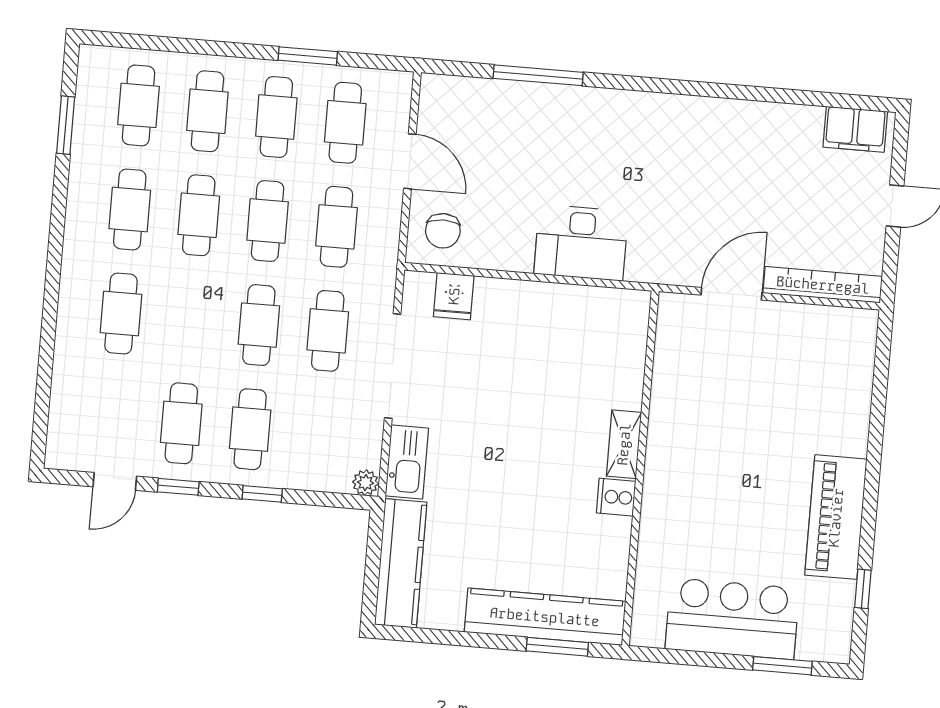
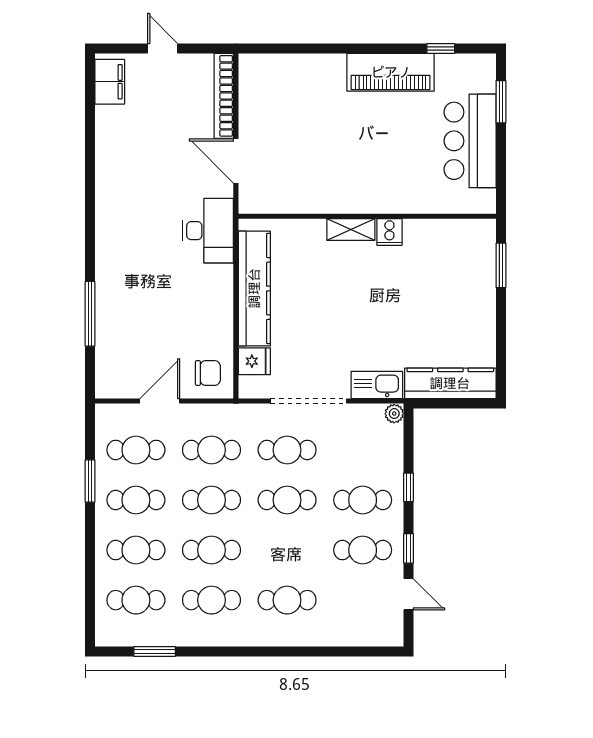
desk: (581, 243) -> (208, 231), moved
kitchen counter: (545, 617) -> (254, 288), moved, turned 180

